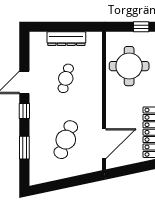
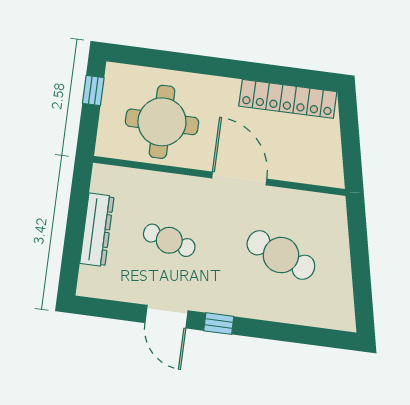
door: (104, 144) -> (239, 179), moved
window: (24, 148) -> (286, 332), removed

